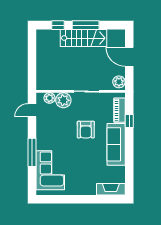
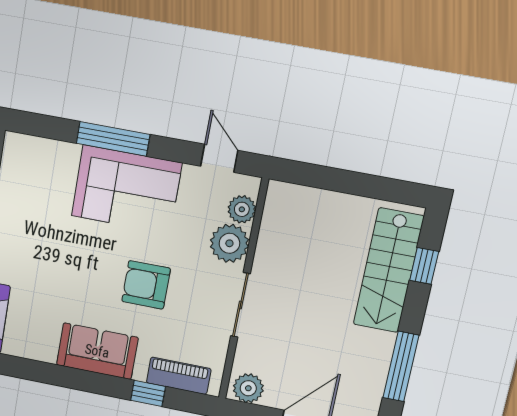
window: (86, 25) -> (401, 367), moved
stairs: (84, 38) -> (388, 271), moved
sofa: (116, 144) -> (97, 351), width x0.73
corner sofa: (50, 170) -> (126, 189), moved

